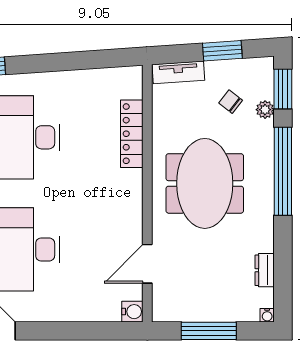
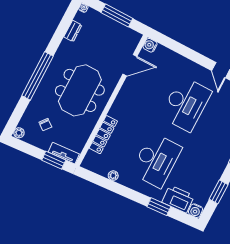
window: (222, 51) -> (54, 160), moved
plant: (83, 78) -> (113, 176), added
window: (283, 89) -> (16, 117), removed
plant: (265, 110) -> (19, 133), moved

